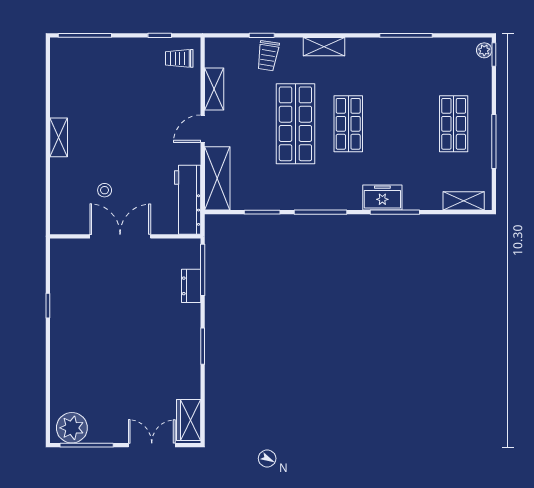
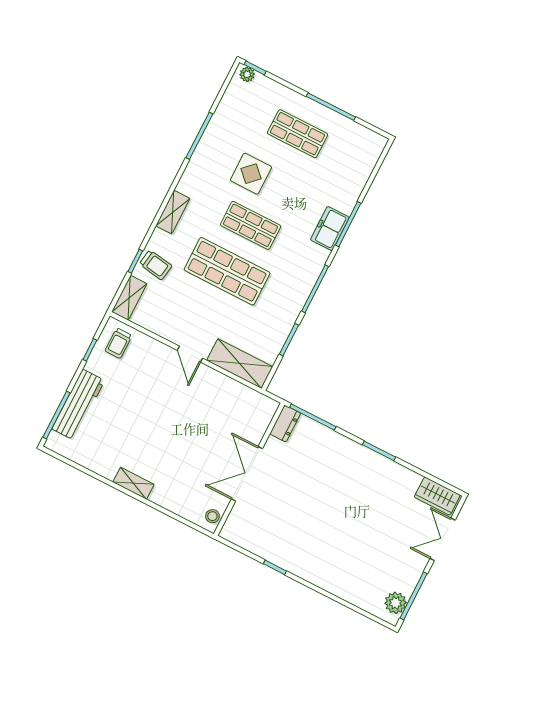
shelving: (214, 89) -> (129, 298), moved, turned 90
display table: (396, 100) -> (251, 174), added
stool: (105, 190) -> (212, 516), moved
workbench: (188, 200) -> (78, 405), moved, turned -90
shelving: (464, 201) -> (369, 159), removed
dresser: (191, 286) -> (285, 424), moved, turned -90
plant: (72, 428) -> (396, 603), width x0.73, depth x0.73

